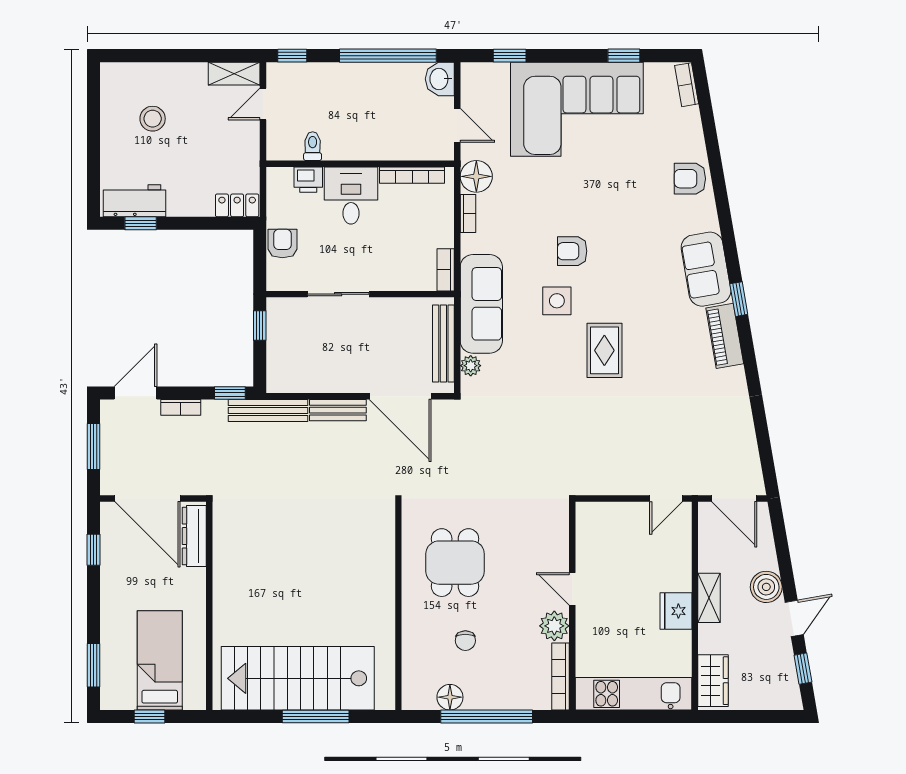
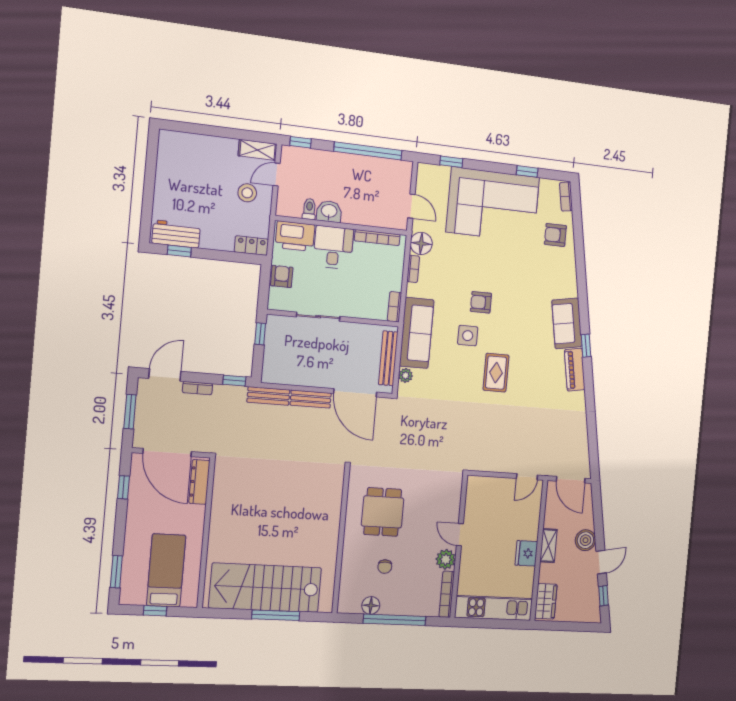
washbasin: (440, 79) -> (329, 211), moved, turned 90
stool: (153, 119) -> (247, 193), moved
armchair: (690, 179) -> (555, 235), moved
printer: (308, 180) -> (295, 236), width x1.87, depth x1.48
bench: (268, 410) -> (268, 396), width x0.73

